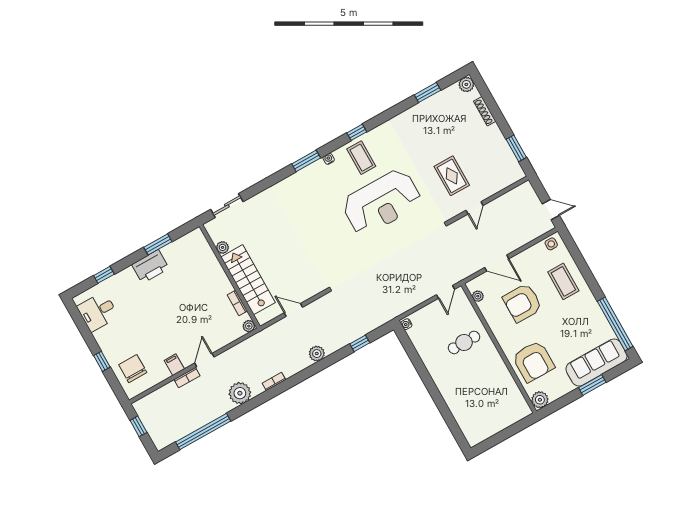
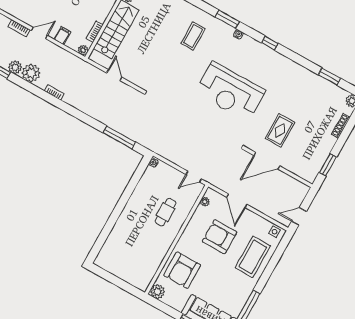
coffee table: (361, 158) -> (193, 36), moved
door: (474, 208) -> (267, 161), width x1.88
door: (551, 210) -> (299, 216), swing flipped
coffee table: (563, 281) -> (253, 257), width x1.36, depth x1.32
cafe table: (464, 342) -> (165, 212), turned 90
window: (360, 343) -> (119, 137), width x2.17
plant: (317, 354) -> (15, 67), moved
filing cabinet: (174, 365) -> (62, 36), moved

